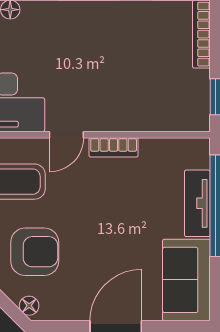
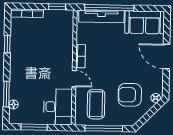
tv unit: (197, 203) -> (101, 16), width x1.41
armchair: (35, 252) -> (130, 95), turned -90

